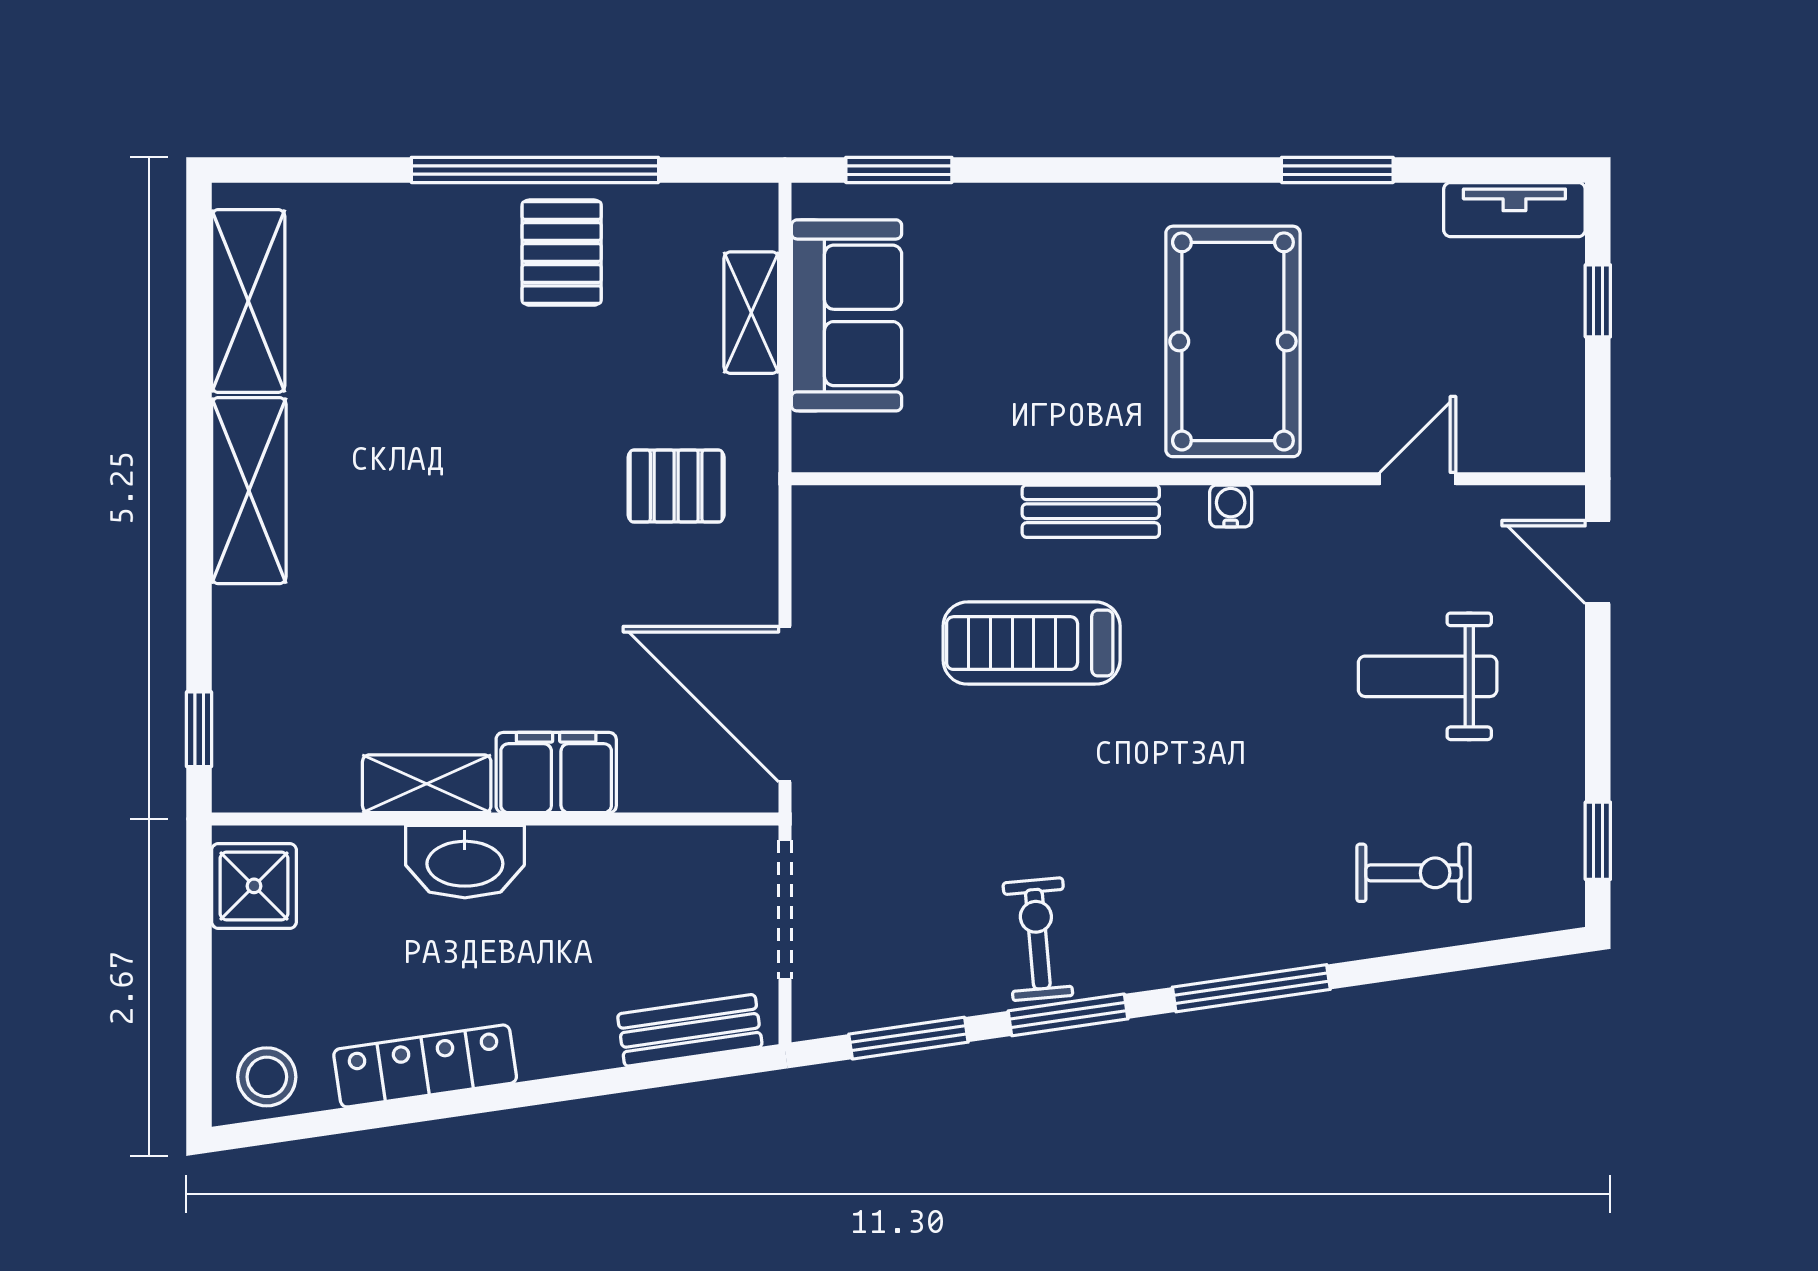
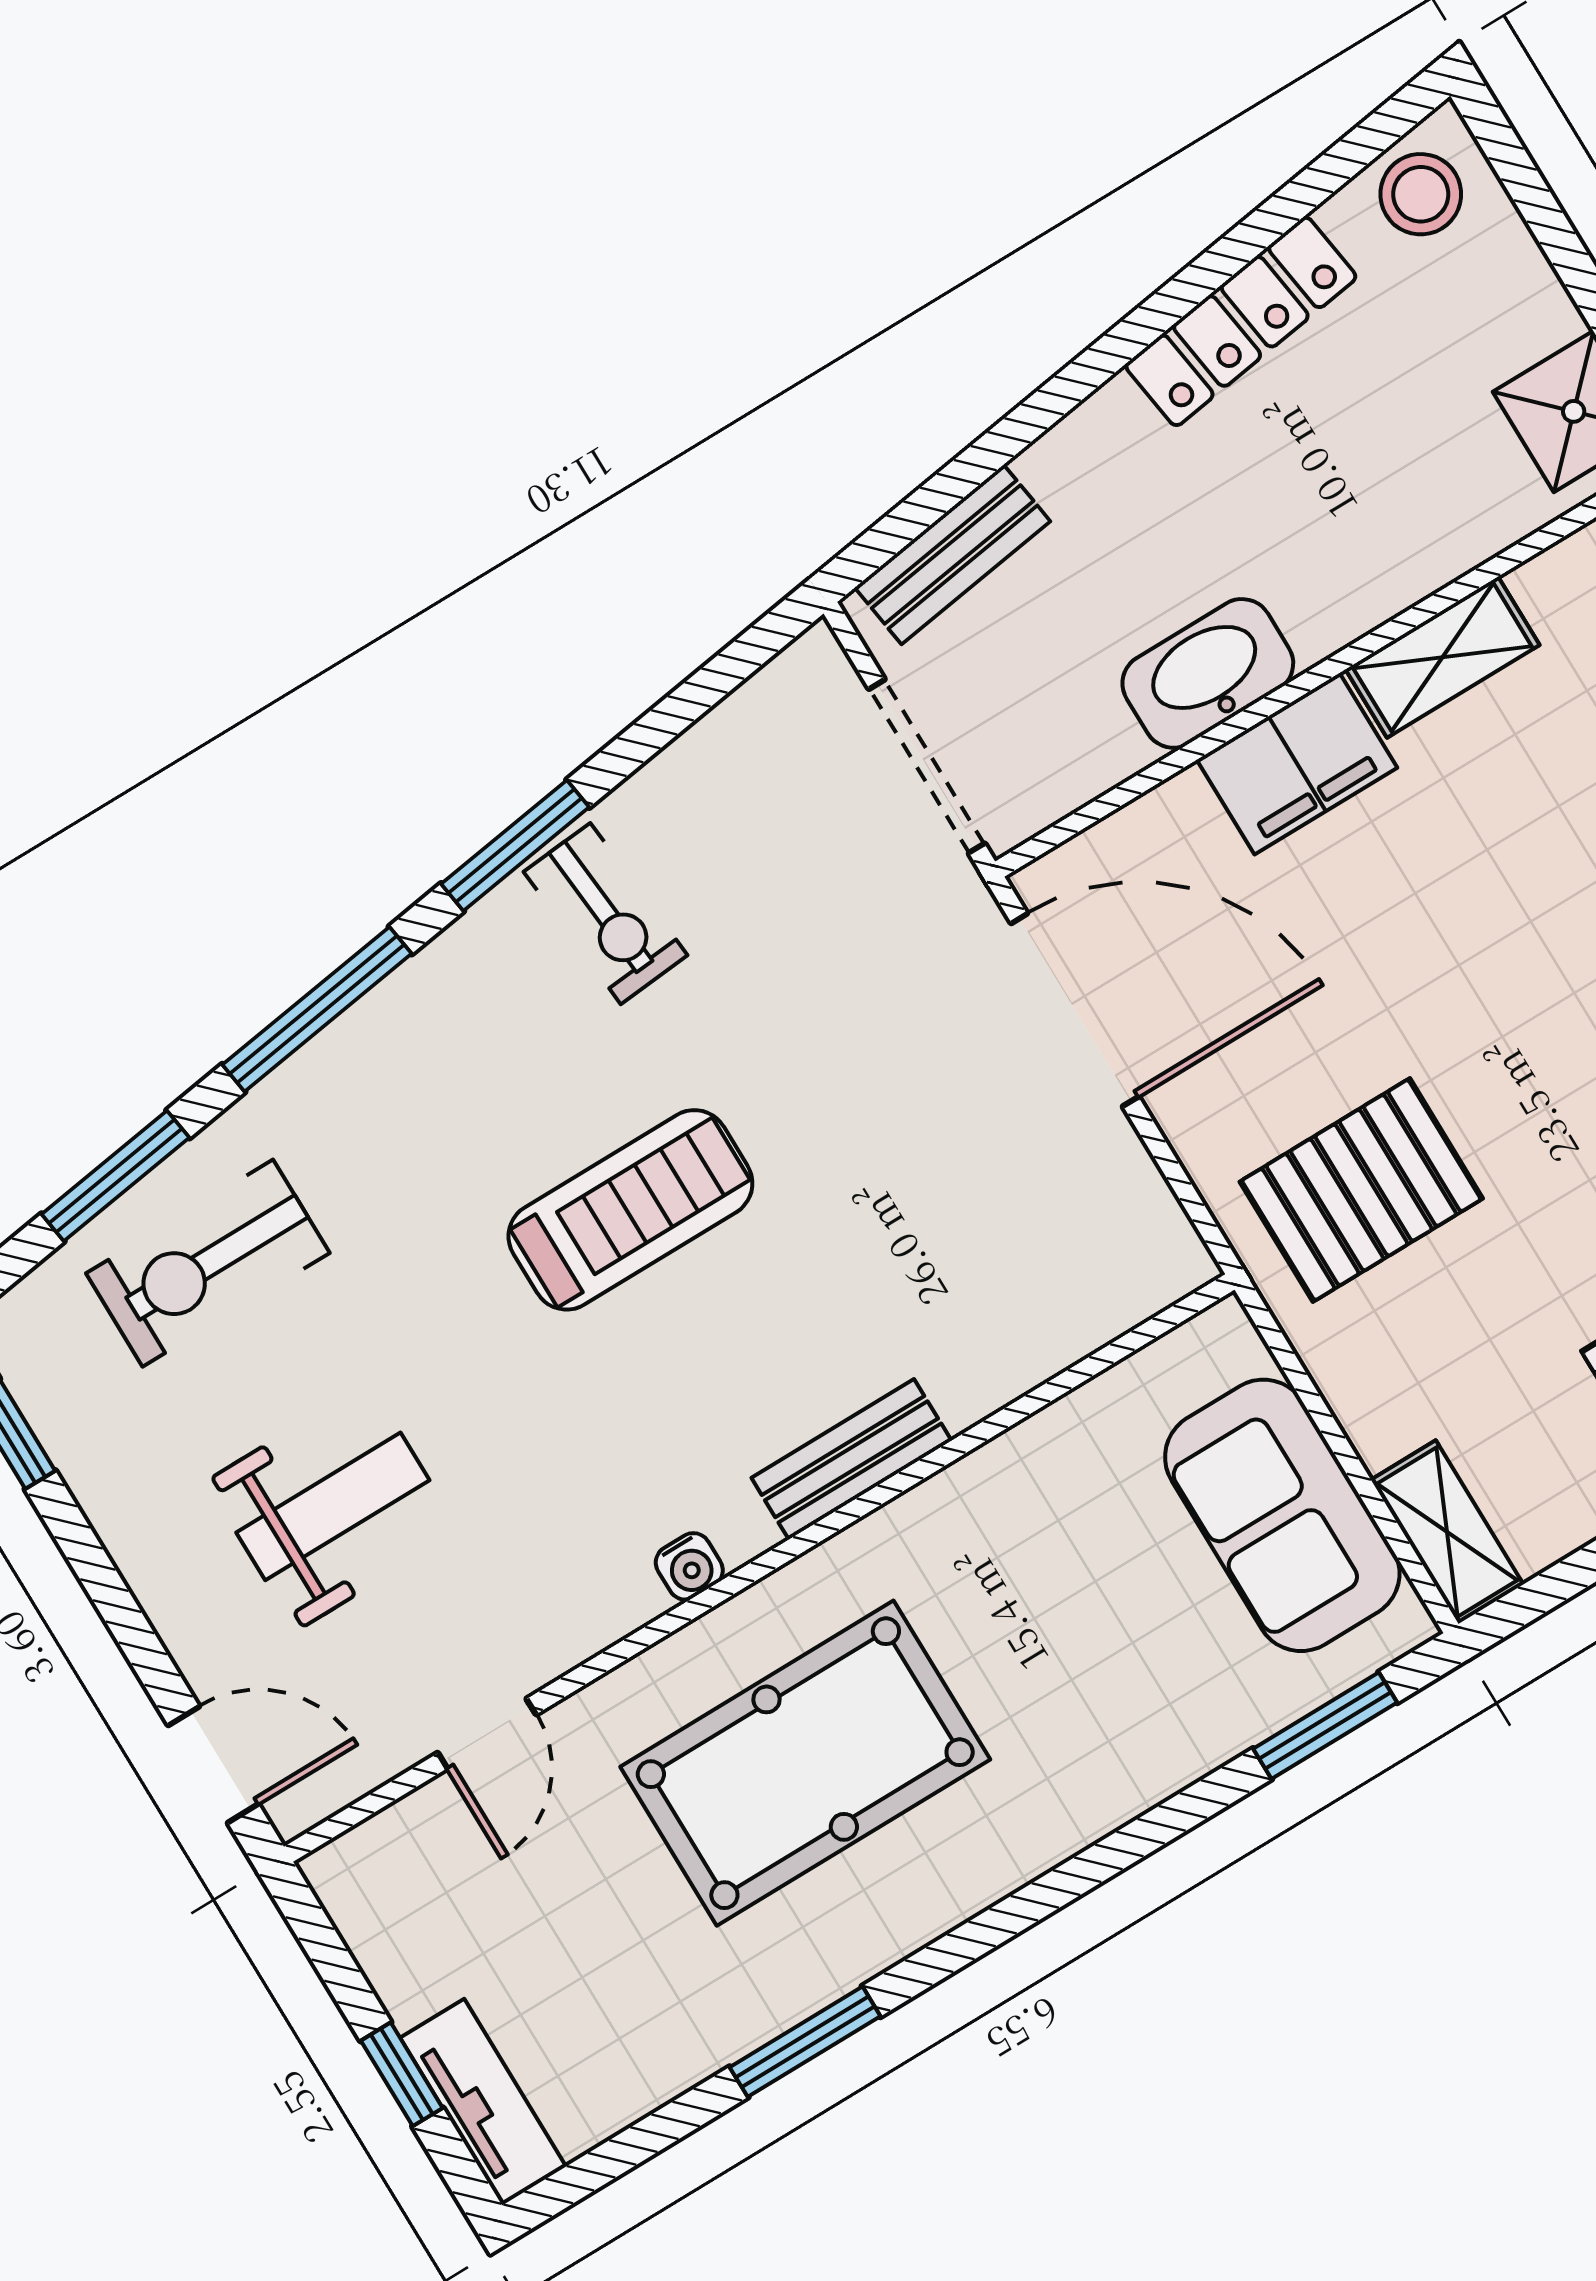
tv unit: (1514, 210) -> (483, 2102), moved, turned 90
shelving: (751, 313) -> (1447, 1532), moved
pool table: (1233, 341) -> (805, 1763), turned 90
pallet: (676, 486) -> (1361, 1190), width x1.50, depth x1.42
treadmill: (1032, 643) -> (630, 1210), moved
washbasin: (465, 862) -> (1208, 673), moved
exercise bike: (1414, 873) -> (208, 1263), width x1.38, depth x1.39
window: (908, 1038) -> (115, 1176), moved

